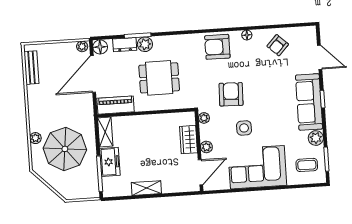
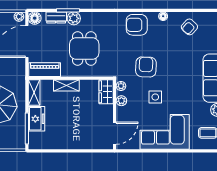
dining table: (159, 78) -> (84, 48), turned 90
wardrobe: (188, 140) -> (106, 92), moved
plant: (206, 147) -> (121, 101), moved
shelving: (146, 188) -> (66, 85), moved

